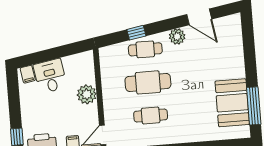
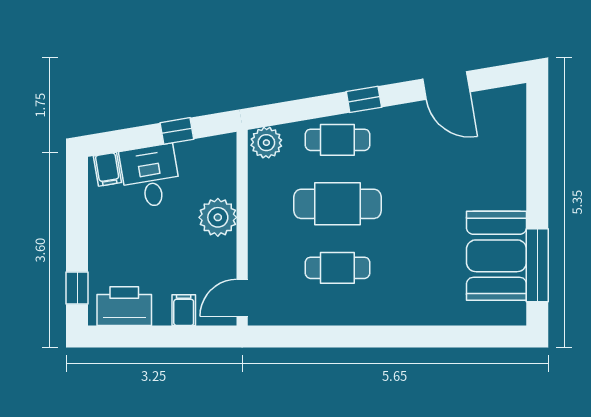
window: (136, 33) -> (364, 99), moved
plant: (177, 37) -> (266, 143), moved
window: (62, 51) -> (177, 131), added

